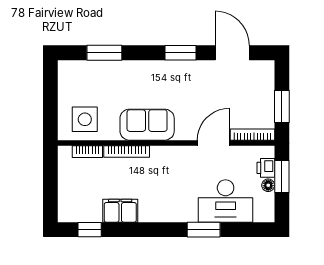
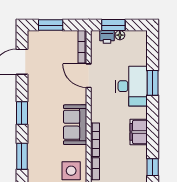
window: (180, 53) -> (22, 113), moved
window: (282, 107) -> (51, 25), moved
desk: (226, 201) -> (131, 86), moved
filing cabinet: (120, 211) -> (139, 132), moved

